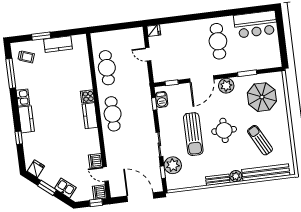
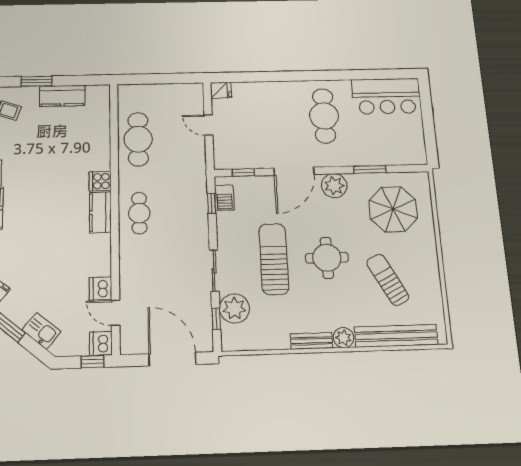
cafe table: (113, 114) -> (139, 213), width x0.73, depth x0.74
sun lounger: (193, 134) -> (274, 259), turned 180

